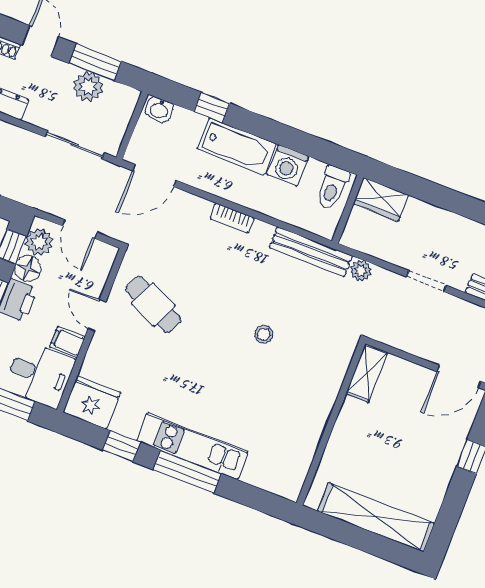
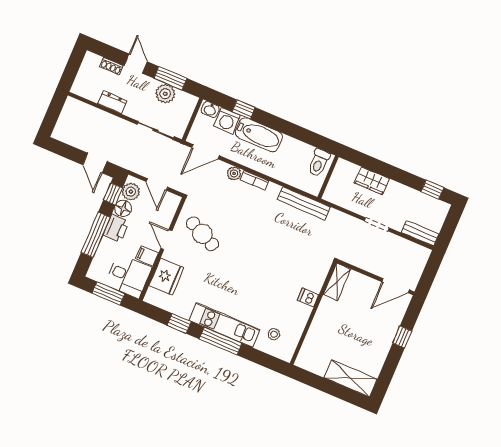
washing machine: (288, 165) -> (227, 121), moved
wardrobe: (381, 199) -> (372, 181), moved
plant: (361, 271) -> (234, 173), moved
stool: (264, 334) -> (274, 334), moved
dishwasher: (322, 399) -> (308, 297), added
fridge: (92, 402) -> (167, 277), moved, turned 90
shelving: (376, 517) -> (351, 378), width x0.68

